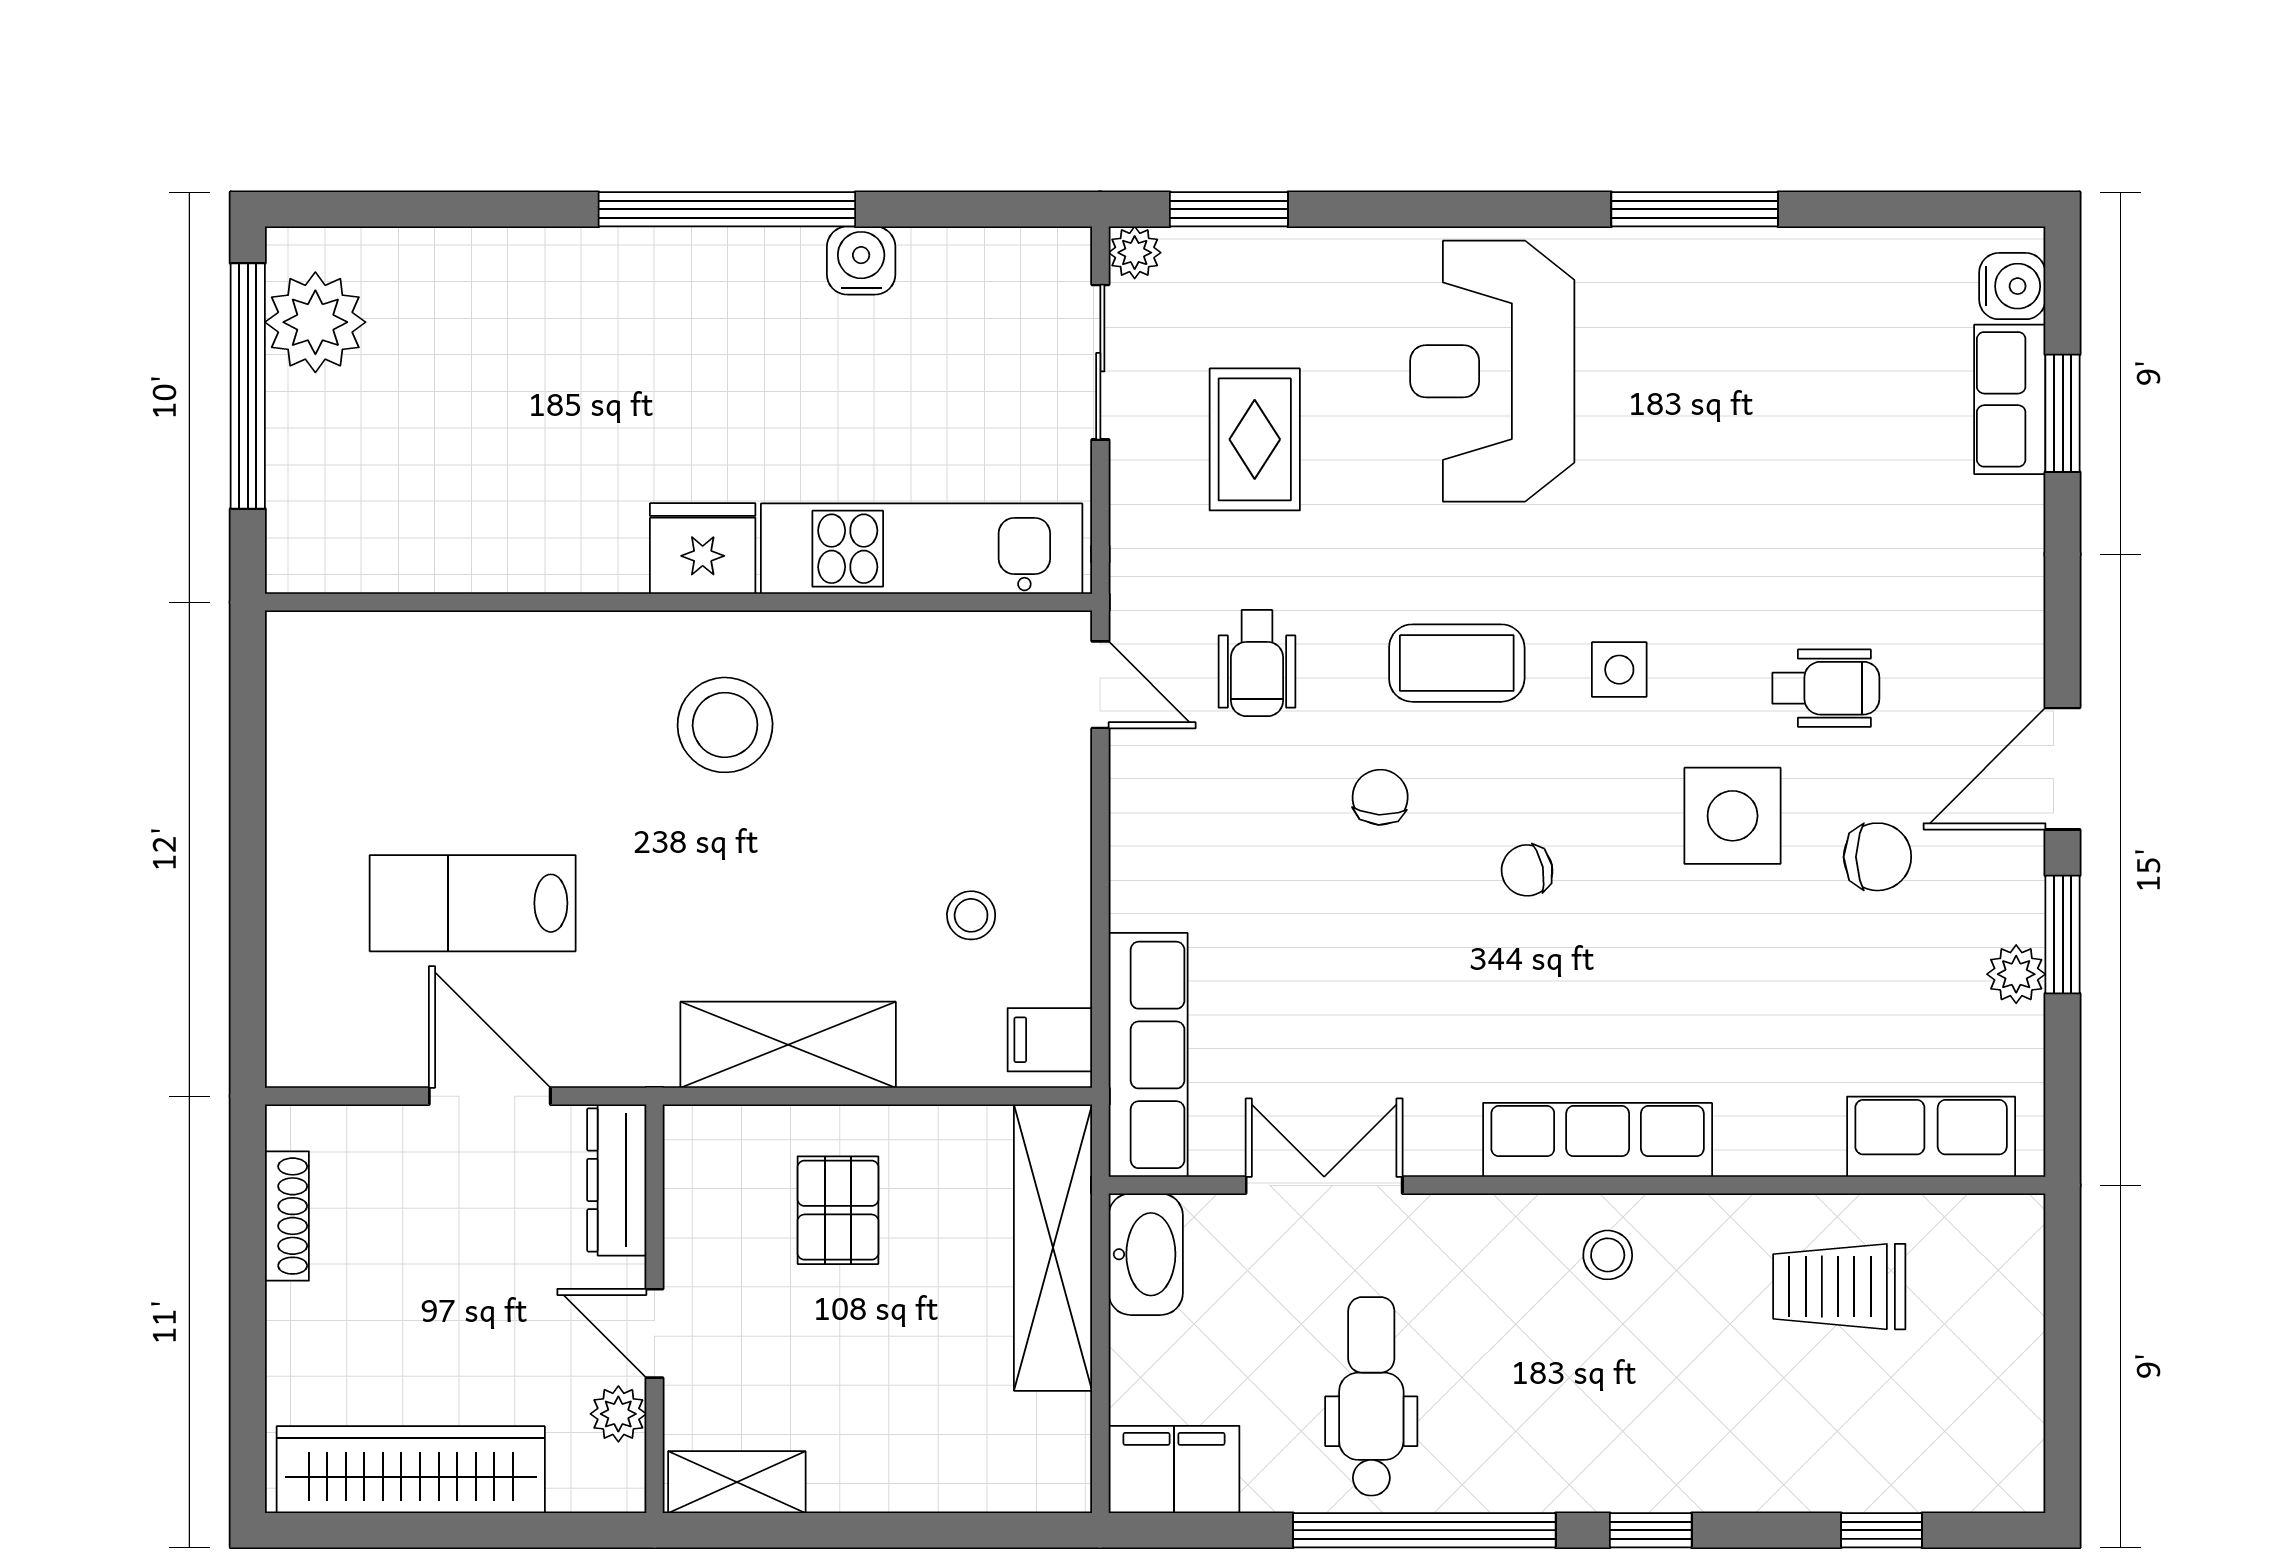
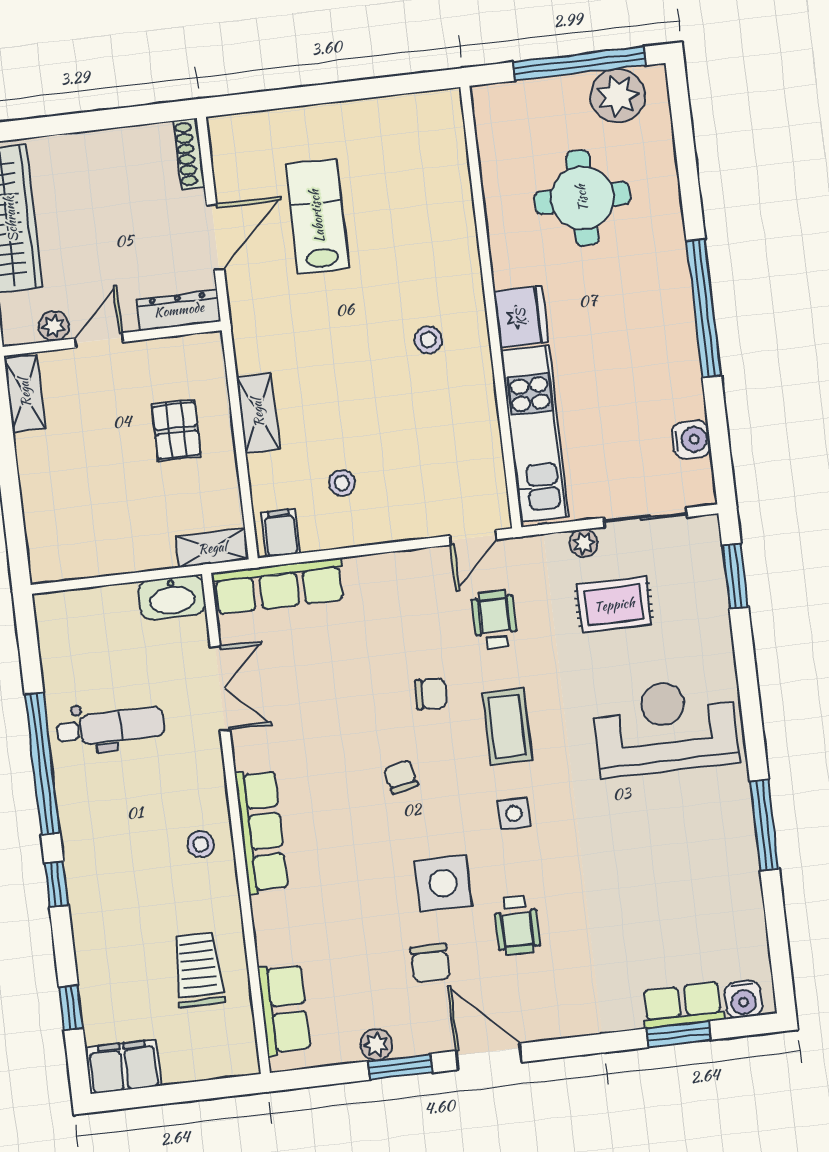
plant: (1135, 253) -> (584, 543), moved
water cooler: (861, 261) -> (691, 440), moved
round table: (497, 410) -> (582, 198), added
wheelchair: (1257, 663) -> (495, 620), turned 90
stool: (725, 725) -> (428, 340), width x0.53, depth x0.53
shelving: (788, 1045) -> (258, 413), width x0.67, depth x0.75
pallet: (838, 1210) -> (176, 430), turned 90
shoe rack: (287, 1216) -> (189, 154), moved, turned 90
shelving: (1053, 1248) -> (212, 548), width x0.45, depth x0.75
filing cabinet: (1174, 1469) -> (124, 1066), moved, turned -90

